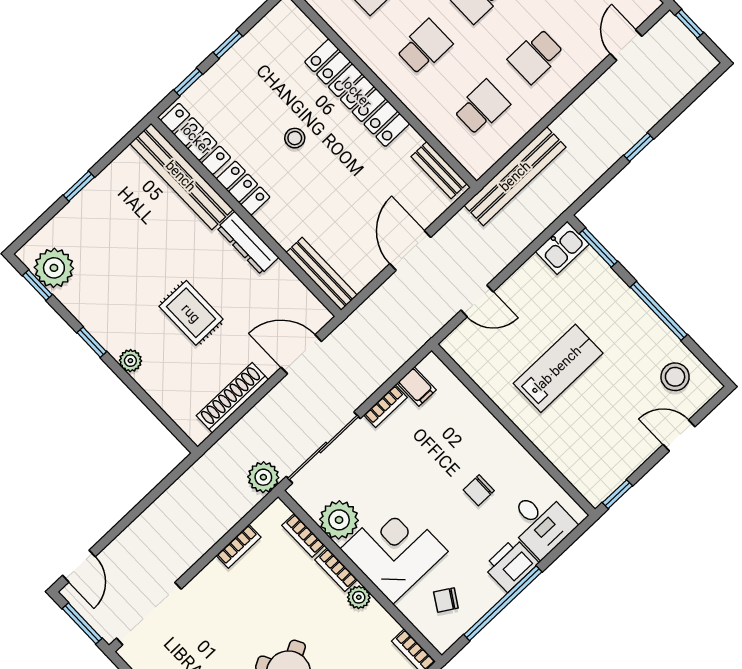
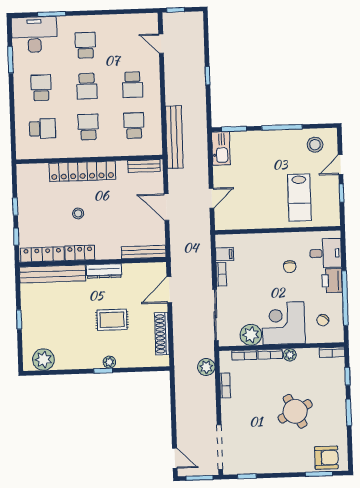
kitchen sink: (562, 248) -> (221, 148), width x1.38
window: (37, 285) -> (44, 373), removed
window: (92, 342) -> (103, 371), moved
lab bench: (558, 368) -> (299, 198), moved, turned 180
plant: (263, 477) -> (206, 367), moved
window: (617, 494) -> (341, 193), moved

